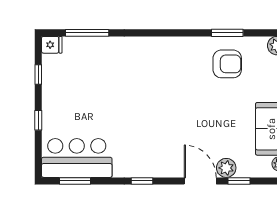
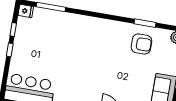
window: (38, 120) -> (10, 50), moved

